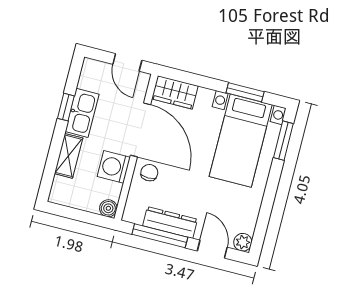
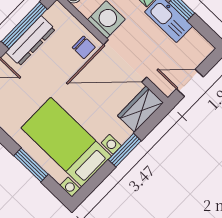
window: (245, 92) -> (125, 150), moved
window: (283, 141) -> (31, 165), moved

